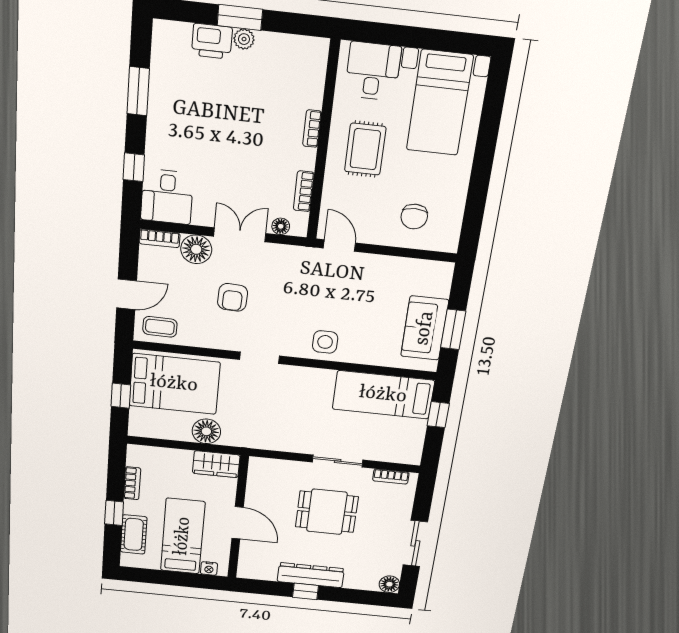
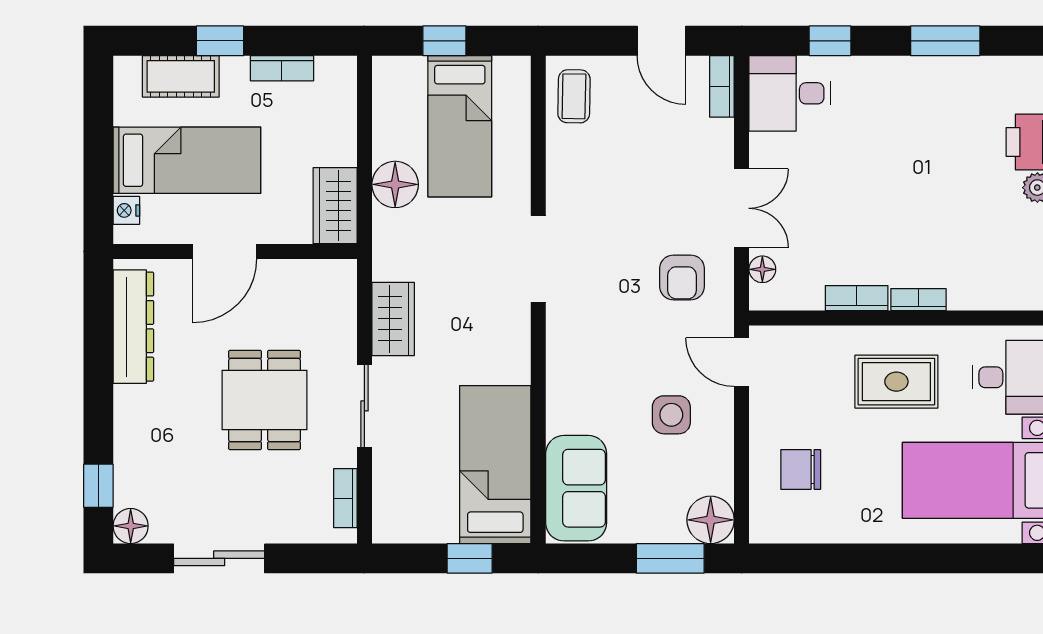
bookcase: (304, 191) -> (857, 298), moved
door: (339, 246) -> (742, 362), swing flipped
floor lamp: (196, 249) -> (711, 520), moved
door: (127, 294) -> (662, 41), moved
armchair: (233, 297) -> (682, 277), moved, turned -92
sofa: (425, 328) -> (576, 488), moved, turned 90
window: (453, 329) -> (670, 558), moved
side table: (325, 342) -> (671, 415), moved
doorway: (260, 358) -> (538, 259), width x1.38
bed: (174, 384) -> (460, 126), width x0.67
wardrobe: (287, 441) -> (393, 319), added
dresser: (311, 575) -> (133, 327), moved
window: (306, 591) -> (98, 486), moved

